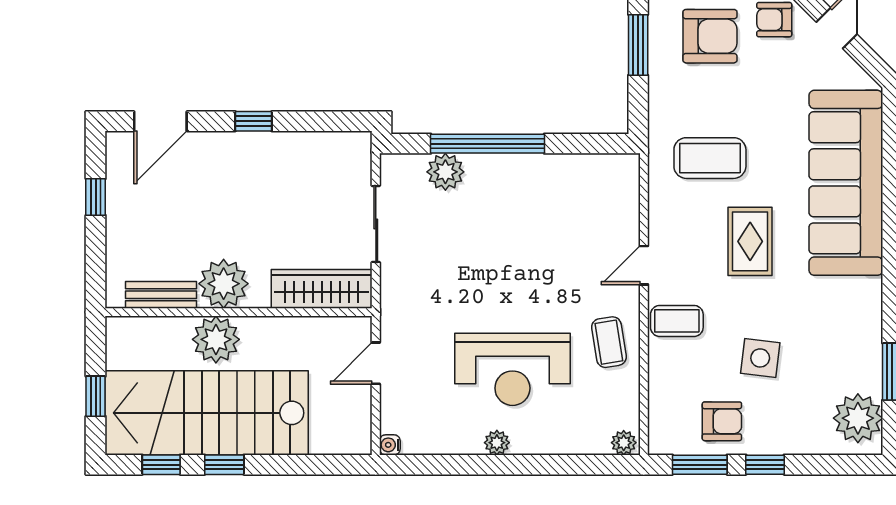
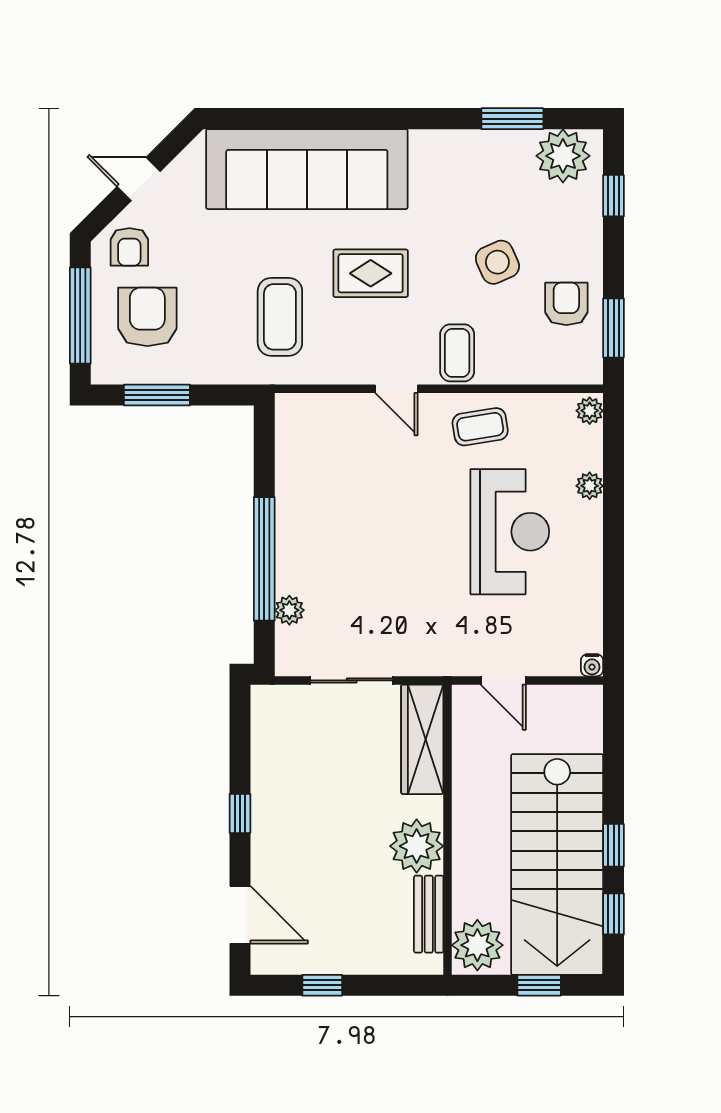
plant: (445, 172) -> (289, 610), width x0.73, depth x0.73
plant: (216, 339) -> (477, 945), moved
side table: (760, 358) -> (497, 262), turned -31
plant: (497, 443) -> (590, 486), moved
window: (765, 465) -> (614, 196), moved

